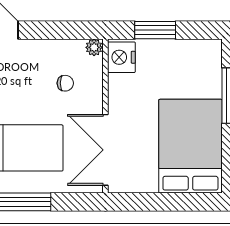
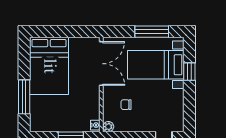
nightstand: (121, 57) -> (95, 125), width x0.53, depth x0.56

